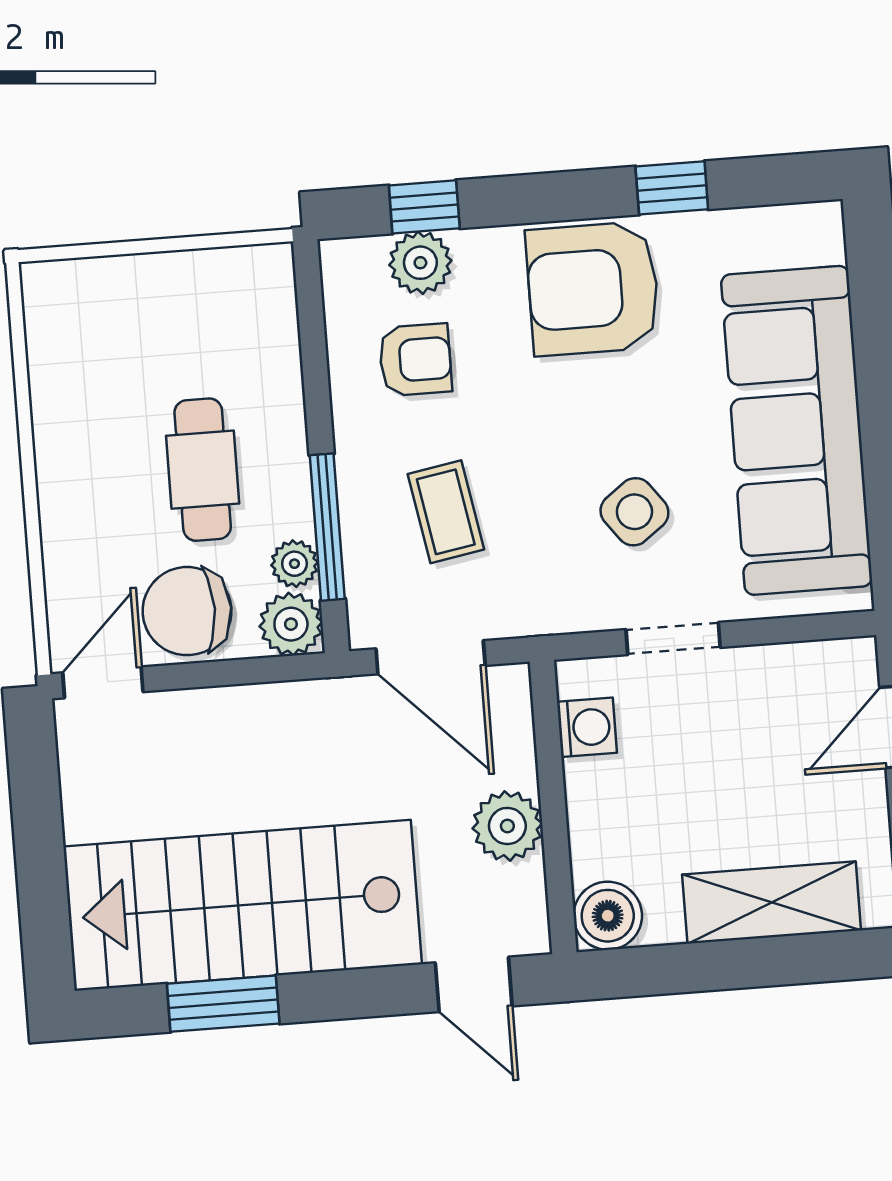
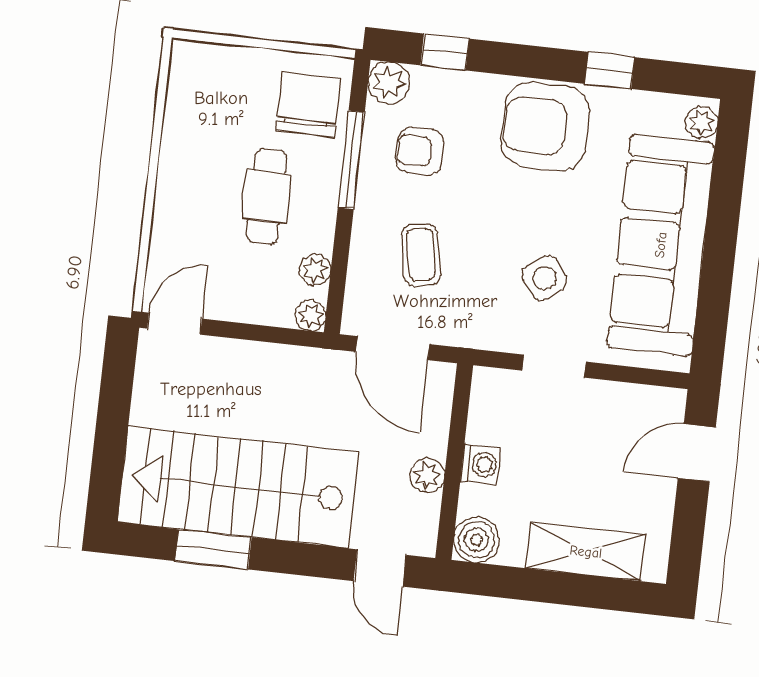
plant: (822, 238) -> (702, 122), added
plant: (420, 263) -> (389, 83), moved
armchair: (415, 360) -> (420, 151), turned 180
window: (327, 527) -> (351, 160), moved
chair: (187, 611) -> (308, 105), moved, turned 90
plant: (291, 624) -> (310, 315), width x0.73, depth x0.73
washing machine: (587, 727) -> (481, 464), moved
plant: (507, 826) -> (427, 475), width x0.73, depth x0.73

